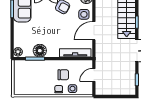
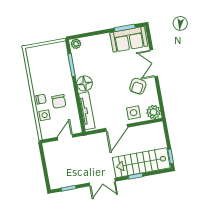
door: (94, 31) -> (117, 128), swing flipped
floor lamp: (40, 51) -> (85, 83), moved
door: (94, 75) -> (65, 137), hinge flipped

